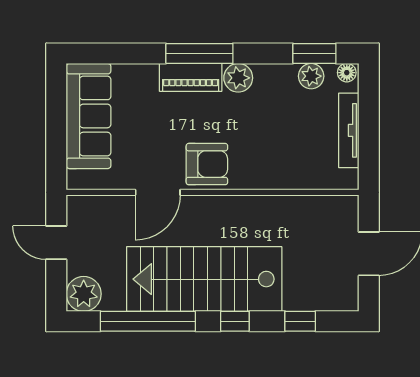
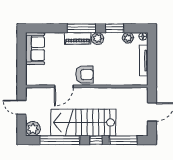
window: (314, 53) -> (115, 28), moved
sofa: (89, 116) -> (35, 49), width x0.73
window: (300, 321) -> (123, 140), width x2.17

